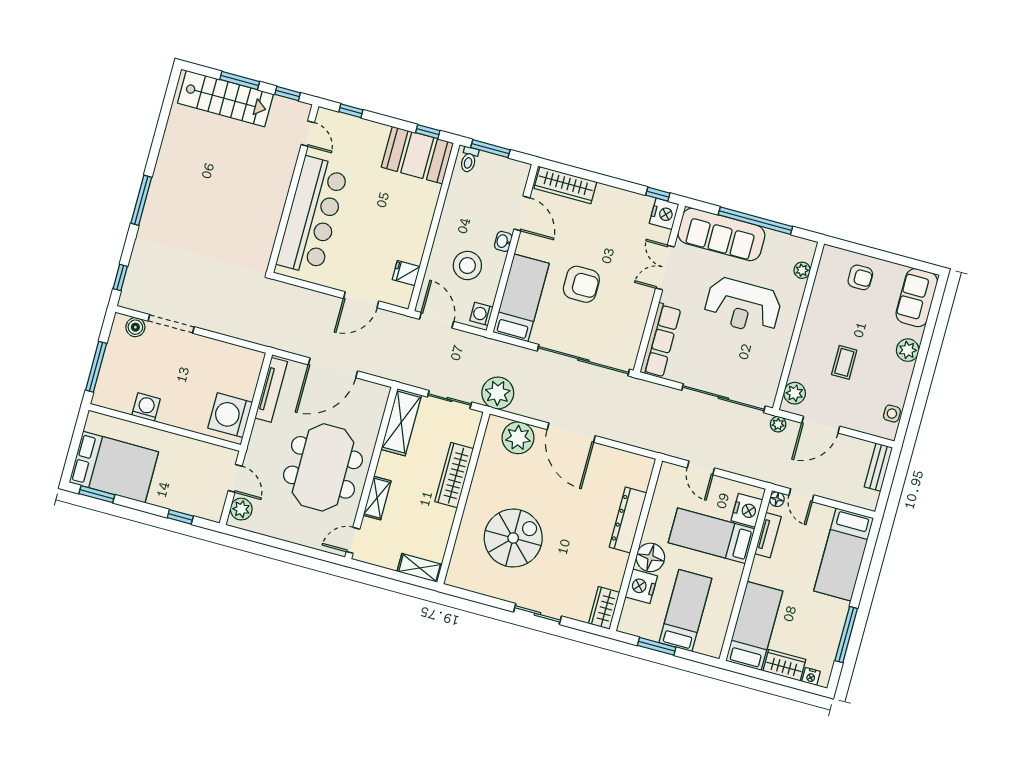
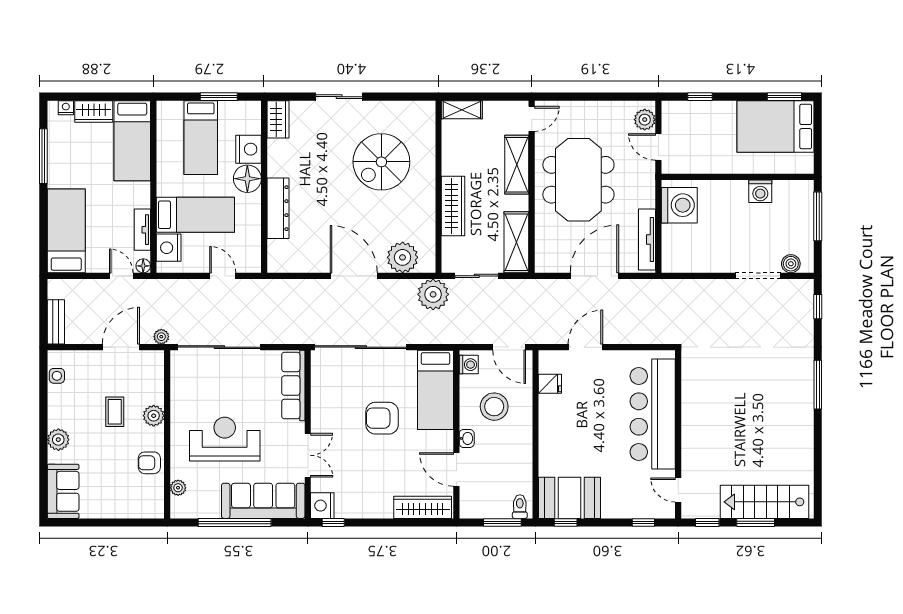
armchair: (860, 277) -> (149, 463), moved
plant: (795, 393) -> (154, 416), moved
shelving: (377, 498) -> (517, 165), width x1.50, depth x1.33

